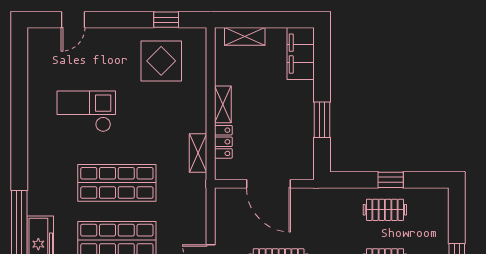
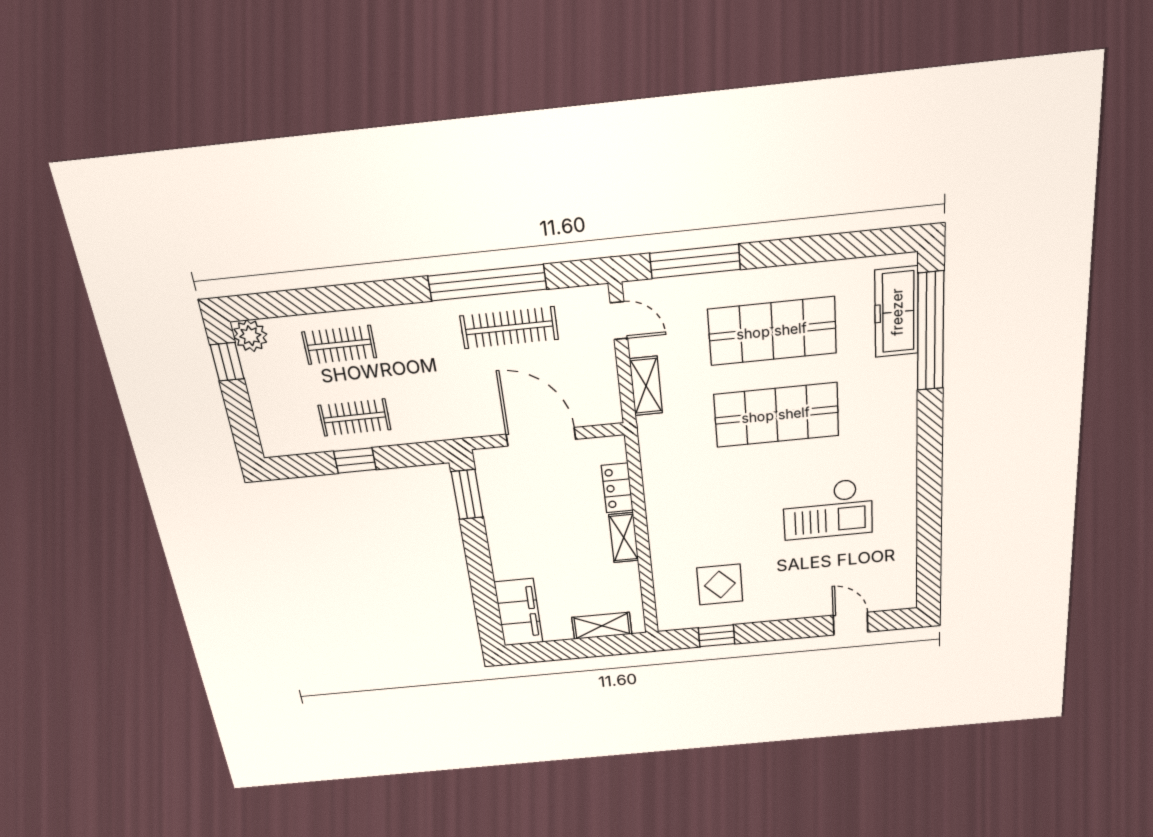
door: (73, 20) -> (851, 624), hinge flipped
display table: (161, 61) -> (720, 585), width x0.73, depth x0.73
window: (322, 120) -> (467, 494), moved
shelving: (198, 153) -> (646, 386), moved

